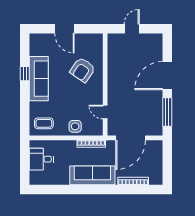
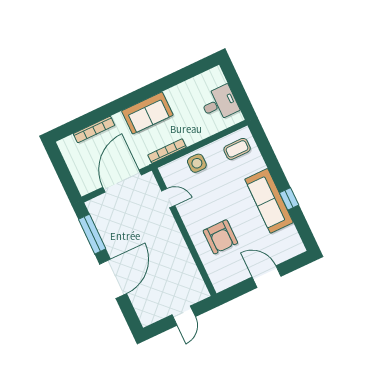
armchair: (83, 70) -> (220, 237), turned 146
sofa: (92, 175) -> (147, 113), width x0.73

